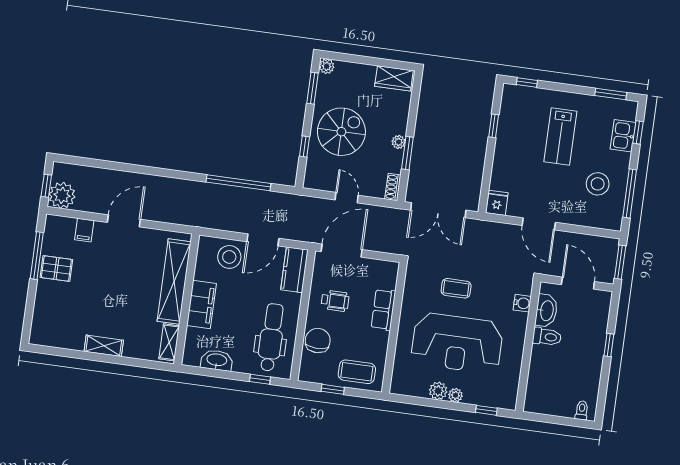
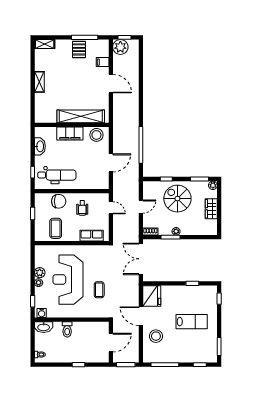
wardrobe: (394, 78) -> (211, 209), moved
spiral stairs: (341, 132) -> (177, 199), turned 180
lab bench: (560, 136) -> (192, 322), turned 180
kitchen sink: (623, 136) -> (197, 357), removed
stool: (598, 184) -> (156, 336), moved
fridge: (497, 203) -> (152, 296), width x1.88, depth x1.34
door: (539, 224) -> (141, 316), hinge flipped
door: (263, 240) -> (111, 163), swing flipped
door: (342, 251) -> (111, 208), width x0.53
stool: (229, 257) -> (96, 135), moved
kitchen counter: (294, 270) -> (97, 183), removed
coffee table: (456, 288) -> (99, 290), moved
water cooler: (522, 303) -> (42, 313), moved
row of seats: (383, 310) -> (92, 236), moved
washbasin: (546, 311) -> (44, 327), moved
toilet: (547, 337) -> (67, 329), moved
shelving: (169, 342) -> (45, 44), moved
coffee table: (357, 372) -> (56, 228), moved

